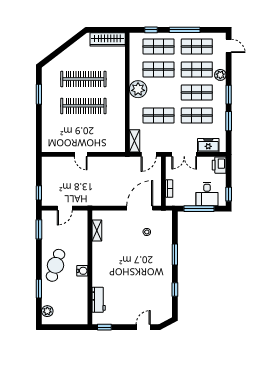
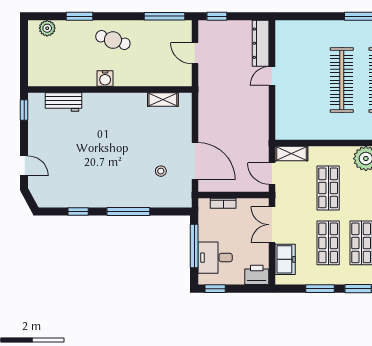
dresser: (58, 162) -> (261, 43), added
window: (39, 229) -> (164, 16), width x1.44
window: (175, 255) -> (128, 212), width x1.44
cafe table: (56, 265) -> (113, 40), width x0.73, depth x0.74

